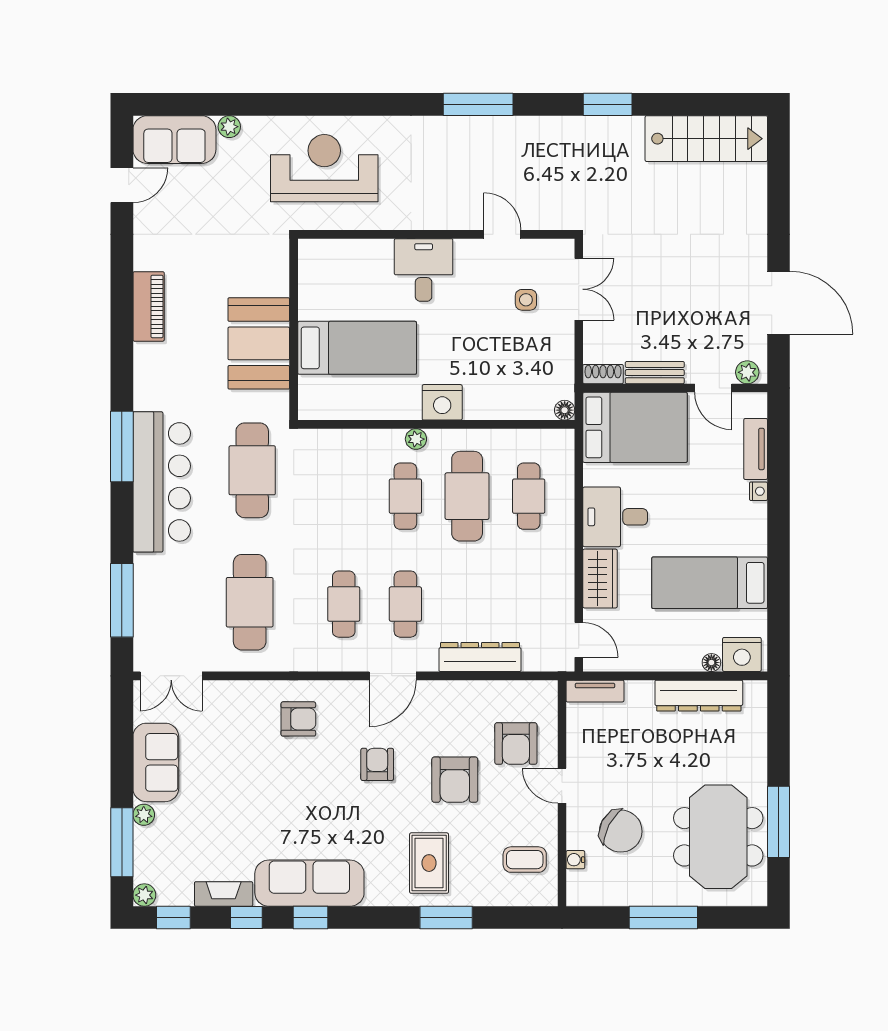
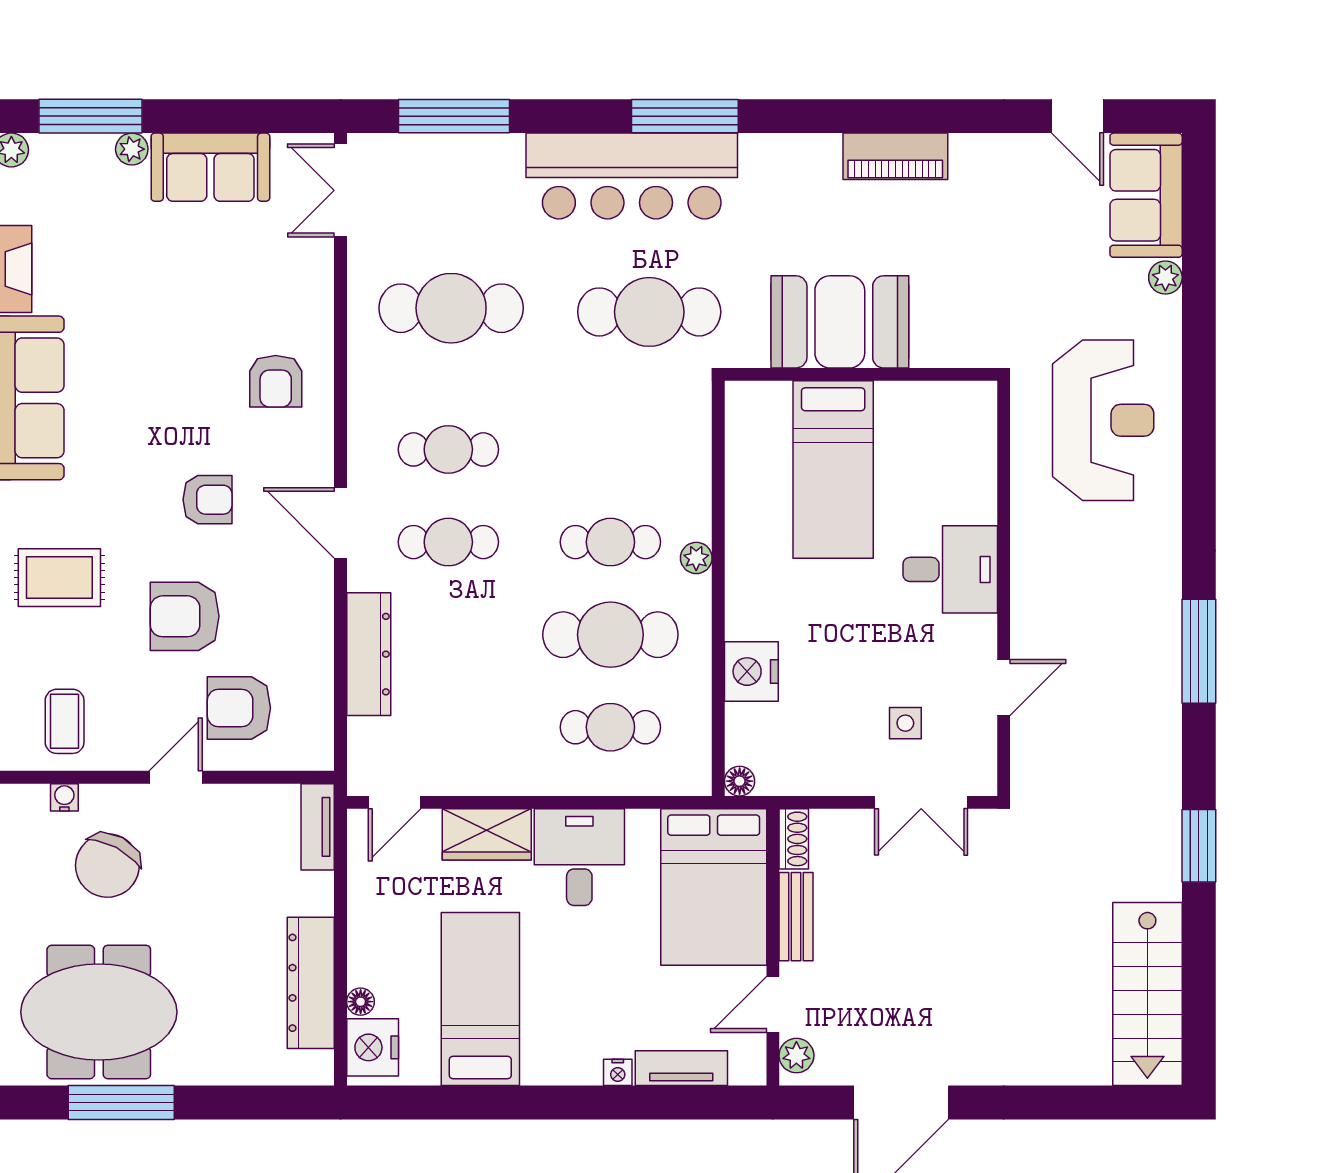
nightstand: (442, 402) -> (751, 672), moved

